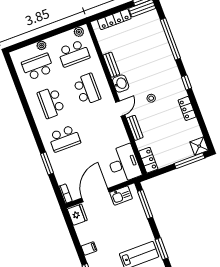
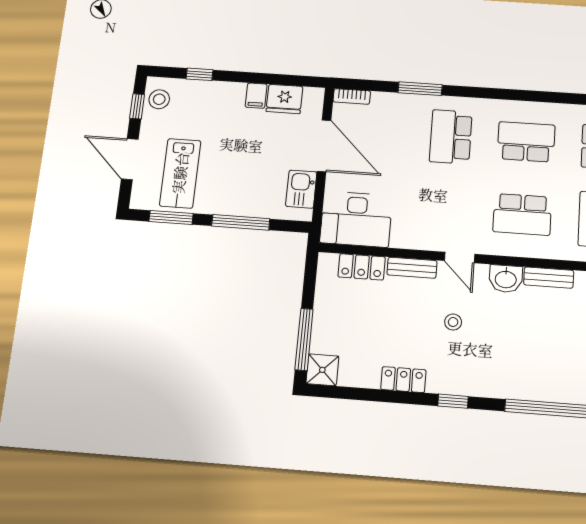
locker: (148, 160) -> (362, 267), moved
window: (145, 204) -> (241, 222), moved
fridge: (77, 215) -> (284, 99), moved
filing cabinet: (89, 248) -> (256, 96), moved

